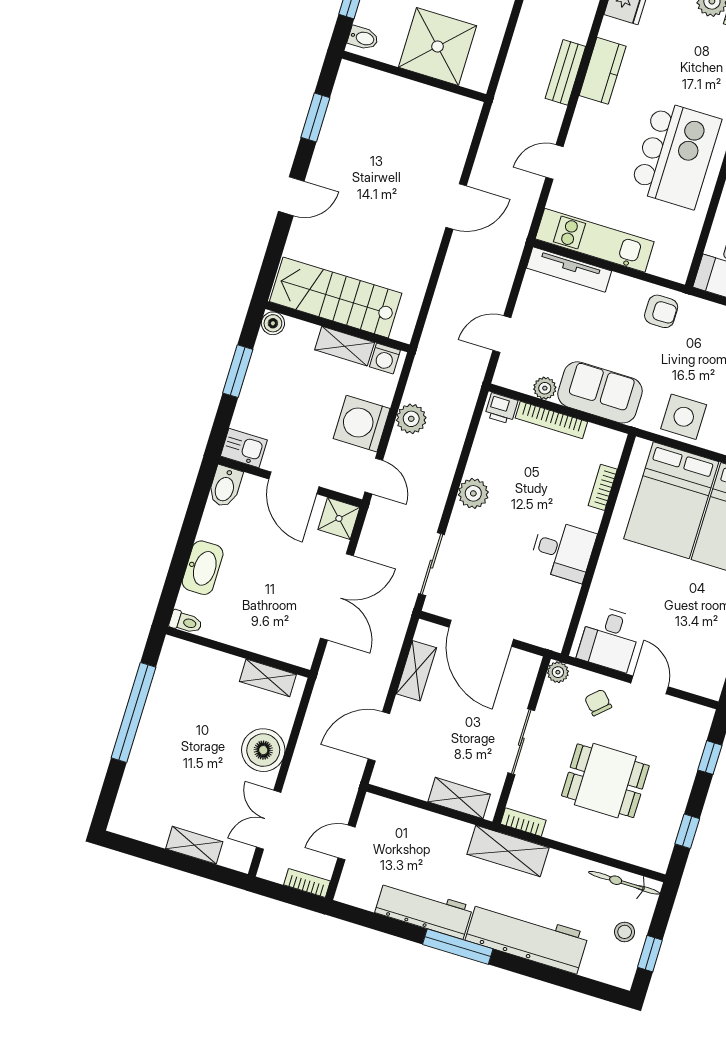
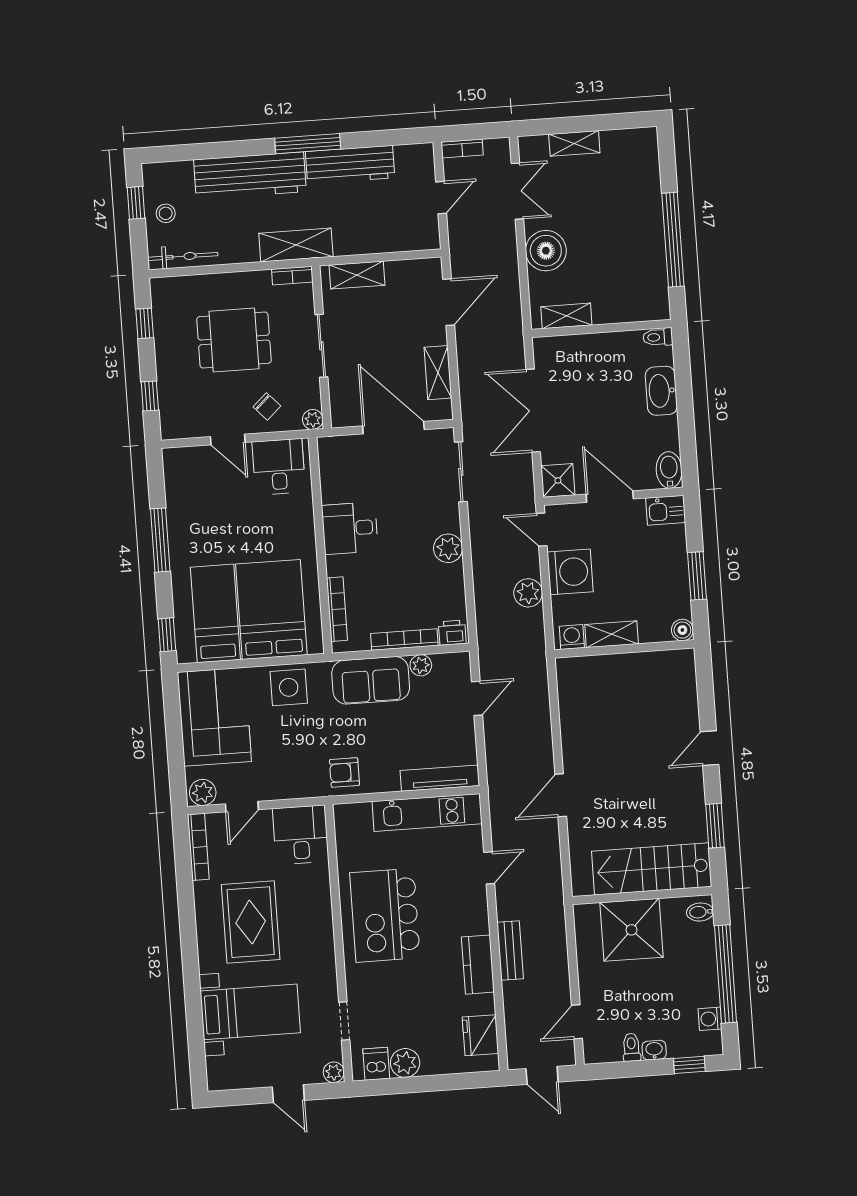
stairs: (336, 297) -> (652, 869), moved, turned 180
bookcase: (603, 487) -> (337, 609), width x1.56

